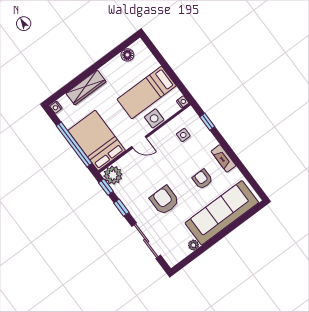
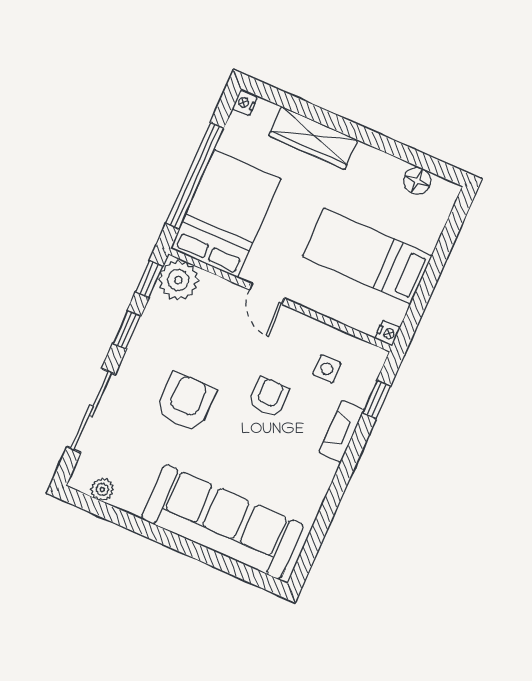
side table: (154, 118) -> (327, 297), removed
fireplace: (223, 158) -> (342, 431), moved
armchair: (202, 179) -> (269, 397), moved
plant: (193, 245) -> (102, 490), moved

